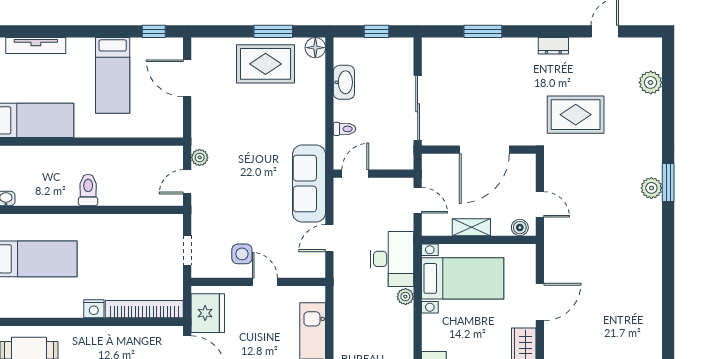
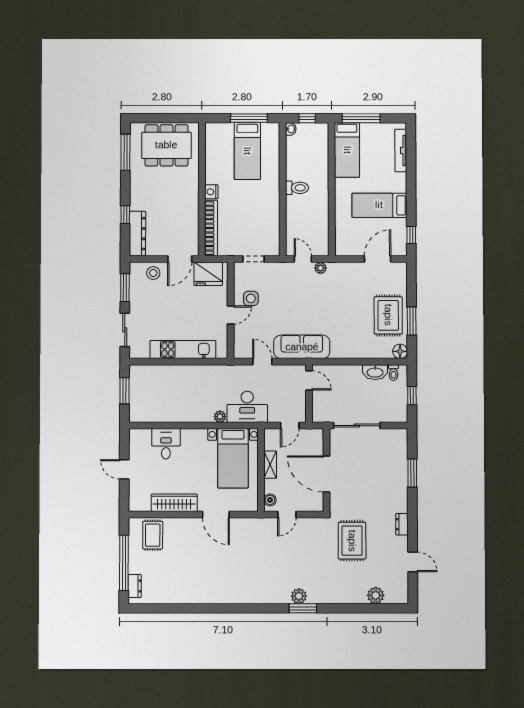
toilet: (345, 129) -> (393, 373), moved

